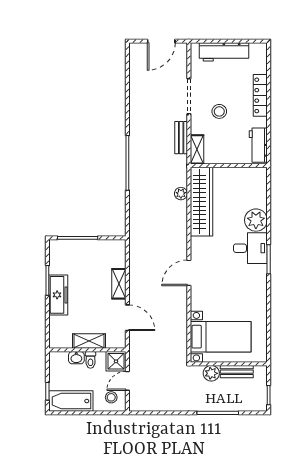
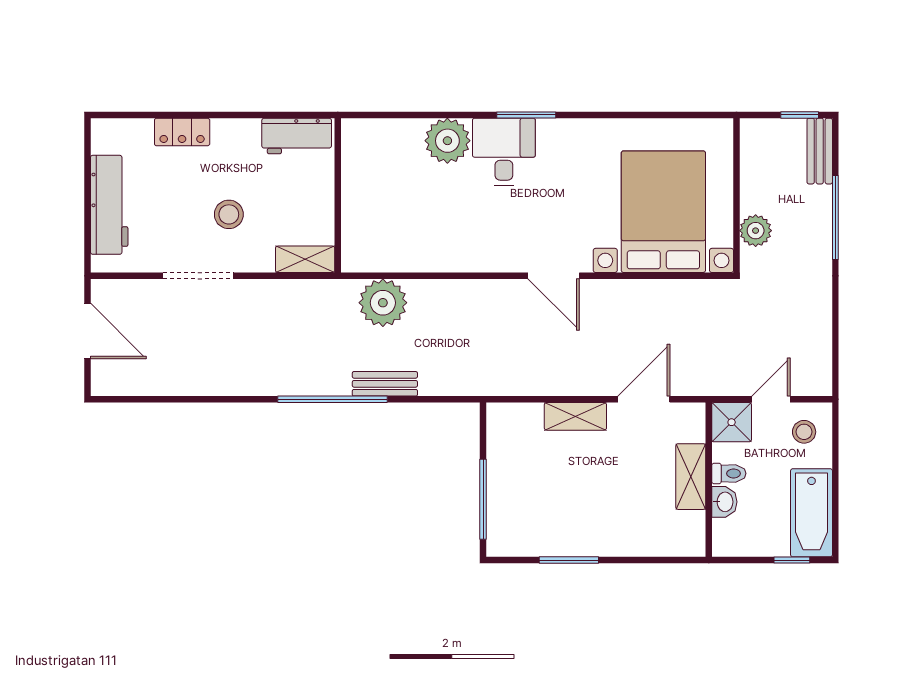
locker: (260, 95) -> (182, 132), width x0.66
bench: (181, 138) -> (385, 384), moved
plant: (181, 194) -> (383, 303), width x1.88, depth x1.88
wardrobe: (202, 202) -> (410, 250), removed
freezer: (58, 295) -> (598, 538), removed
bed with nightstands: (221, 337) -> (663, 212), width x1.36
bench: (237, 372) -> (820, 151), moved
door: (127, 381) -> (771, 399), swing flipped

